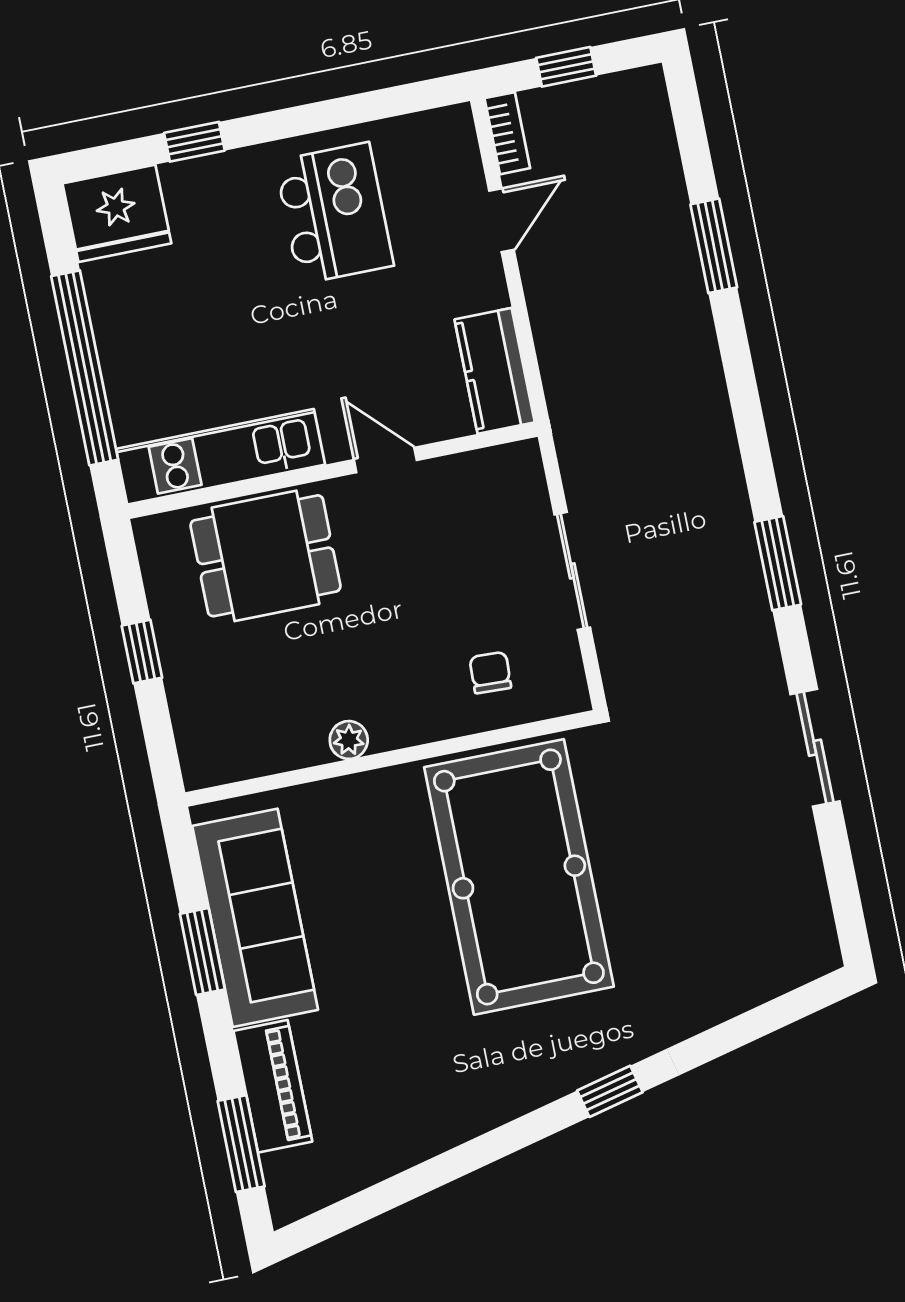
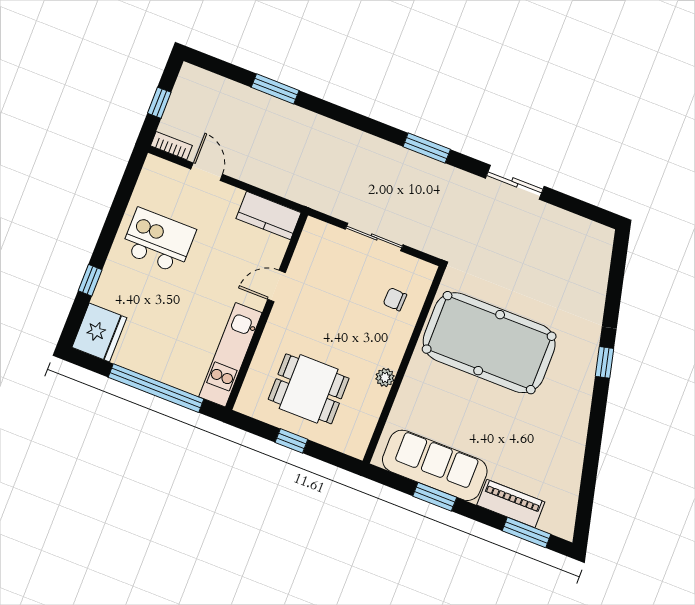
dining table: (265, 556) -> (309, 389), moved, turned 90

